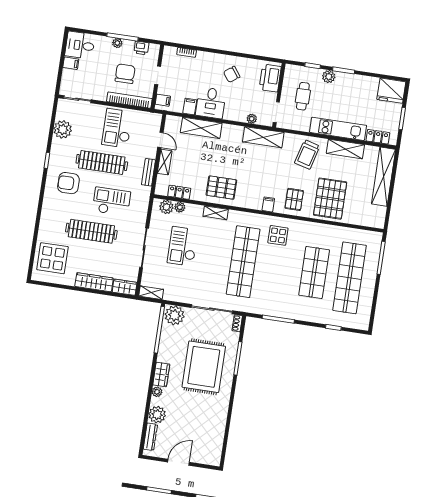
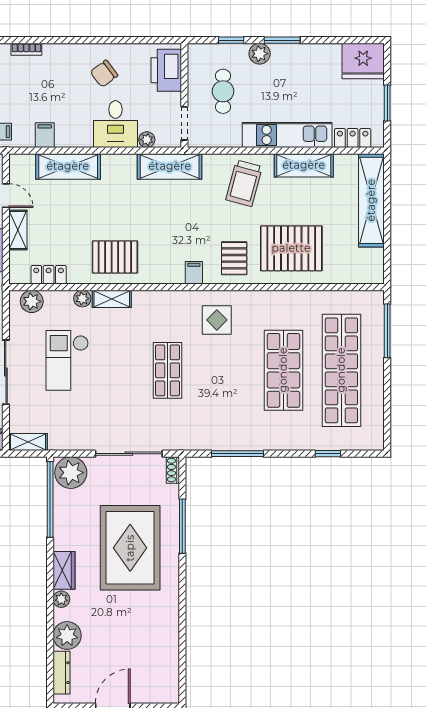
desk: (211, 103) -> (115, 124), moved
pallet: (330, 199) -> (291, 248), turned 90
plant: (180, 207) -> (82, 299), moved
shop shelf: (243, 262) -> (168, 370), width x0.50, depth x0.74

